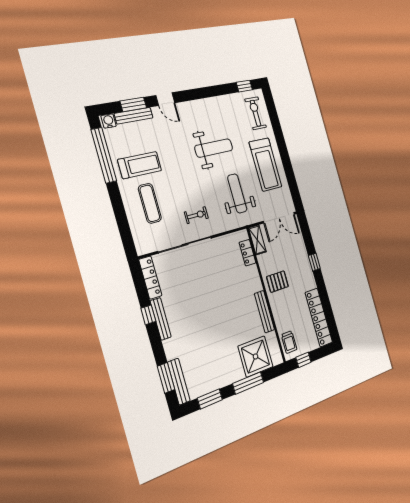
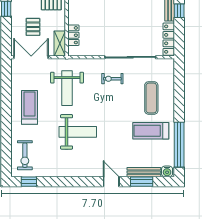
weight bench: (214, 148) -> (78, 132), turned 180
treadmill: (265, 164) -> (30, 107), width x0.73, depth x0.73
pallet: (286, 250) -> (33, 27), added

